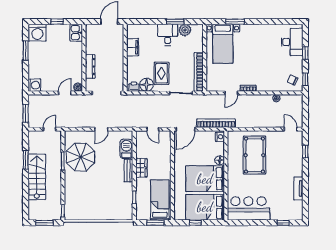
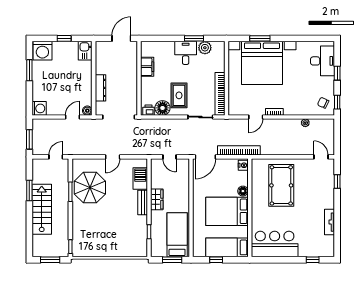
bed with nightstands: (223, 44) -> (262, 63), width x1.85
bed: (205, 207) -> (227, 247), width x0.67

